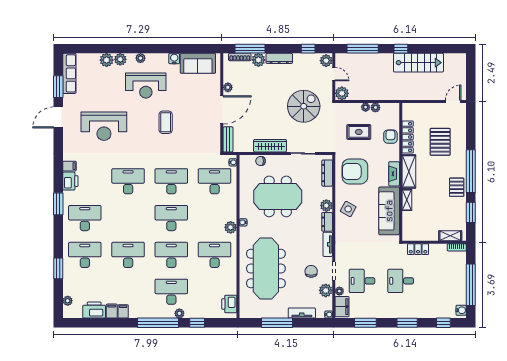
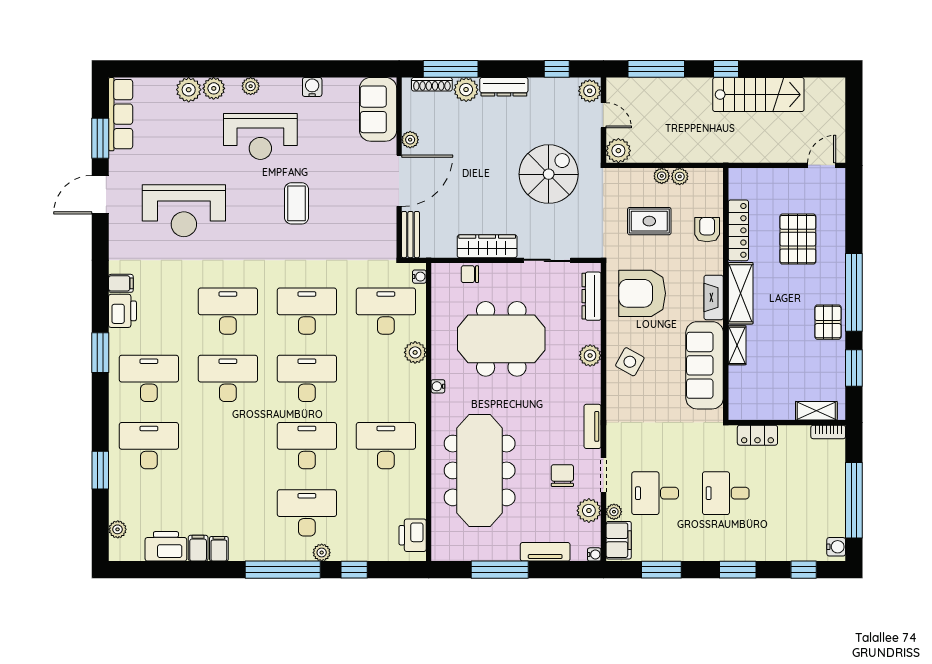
sofa: (198, 63) -> (378, 109), moved, turned 90
dresser: (327, 222) -> (591, 385), removed
plant: (231, 227) -> (415, 352), moved
desk: (128, 255) -> (228, 378), moved

